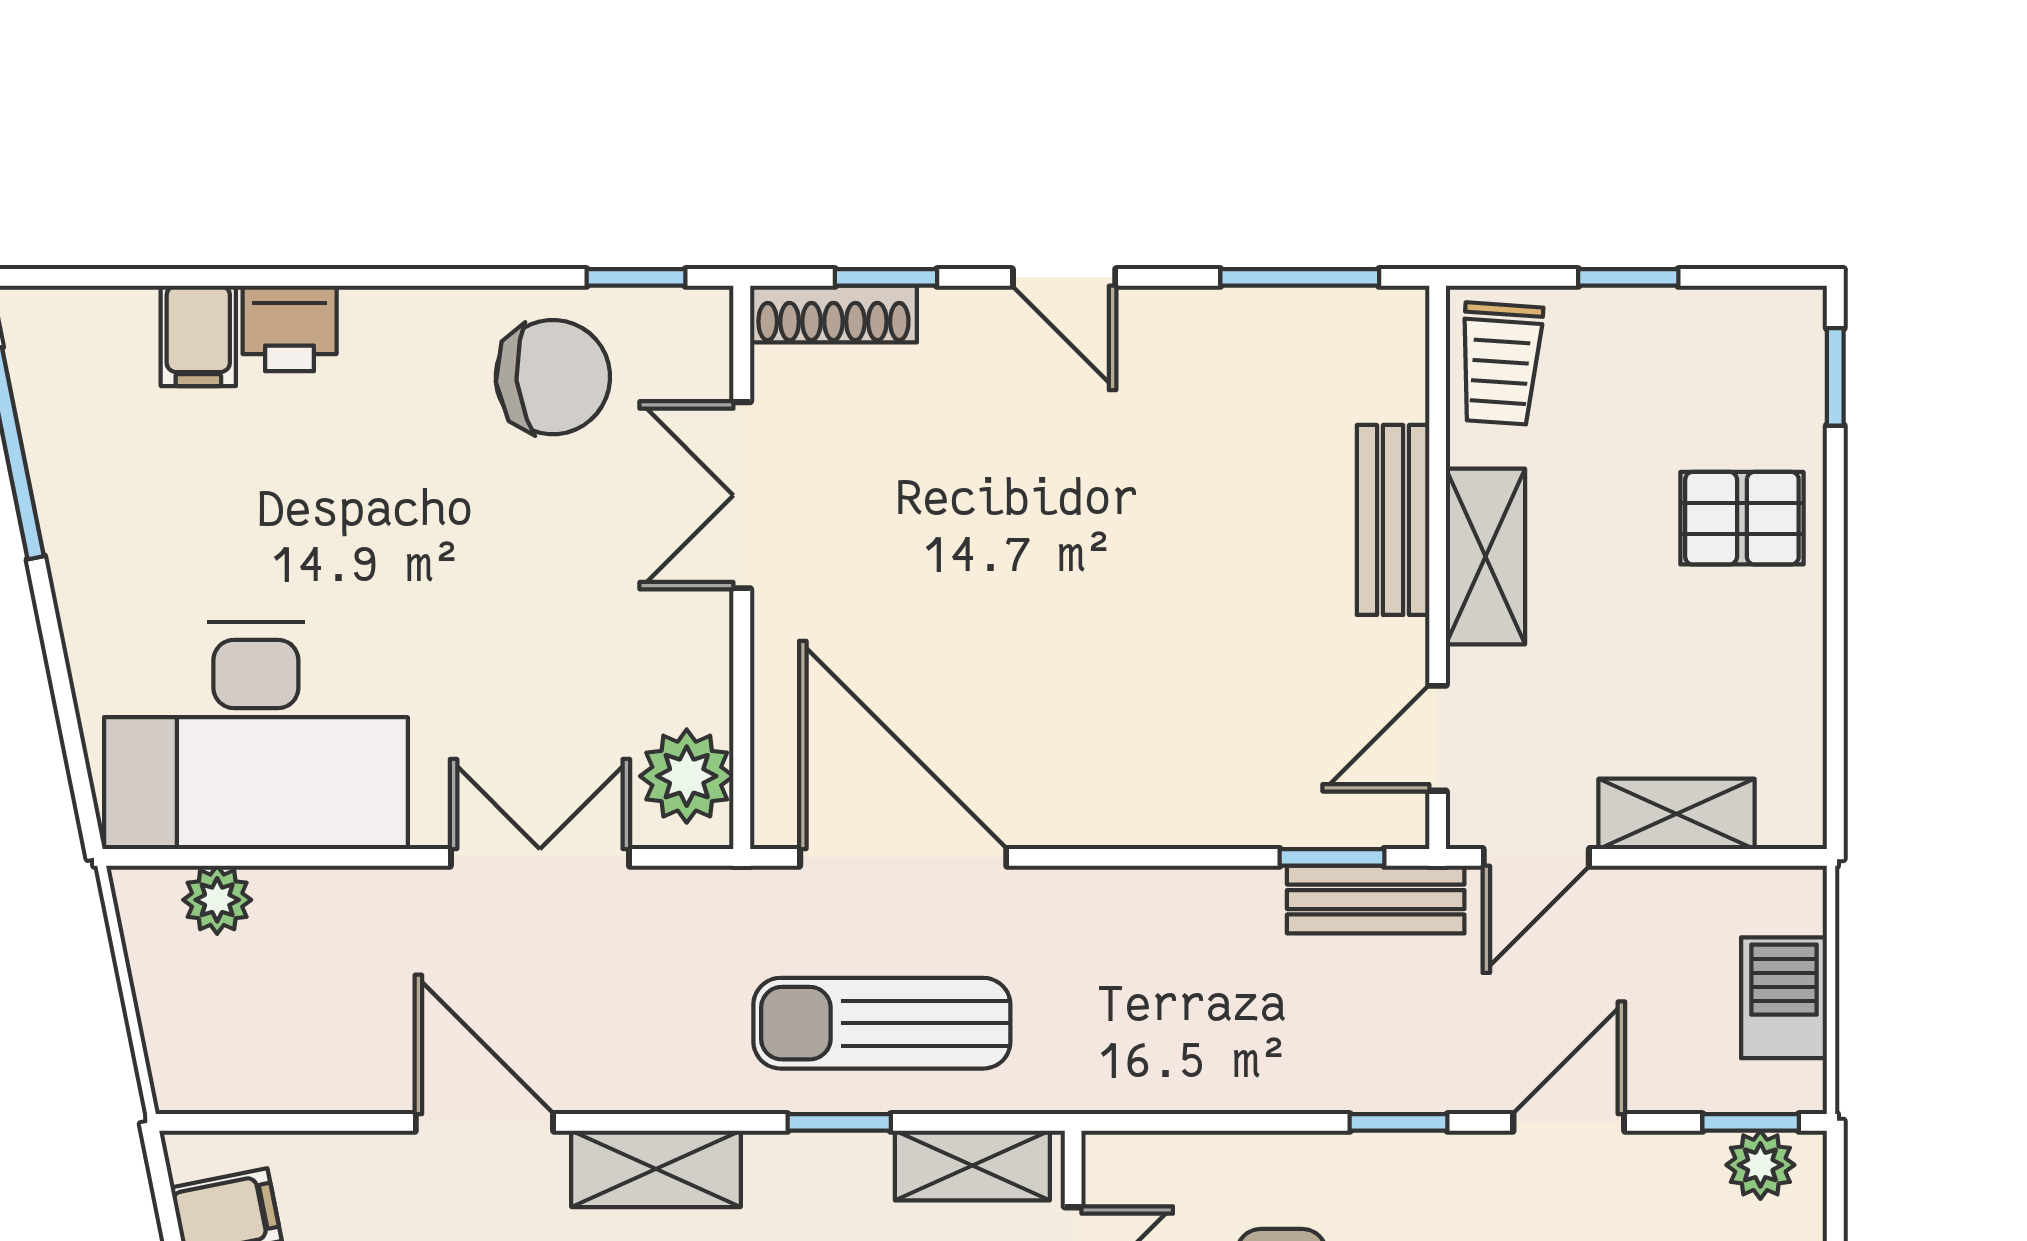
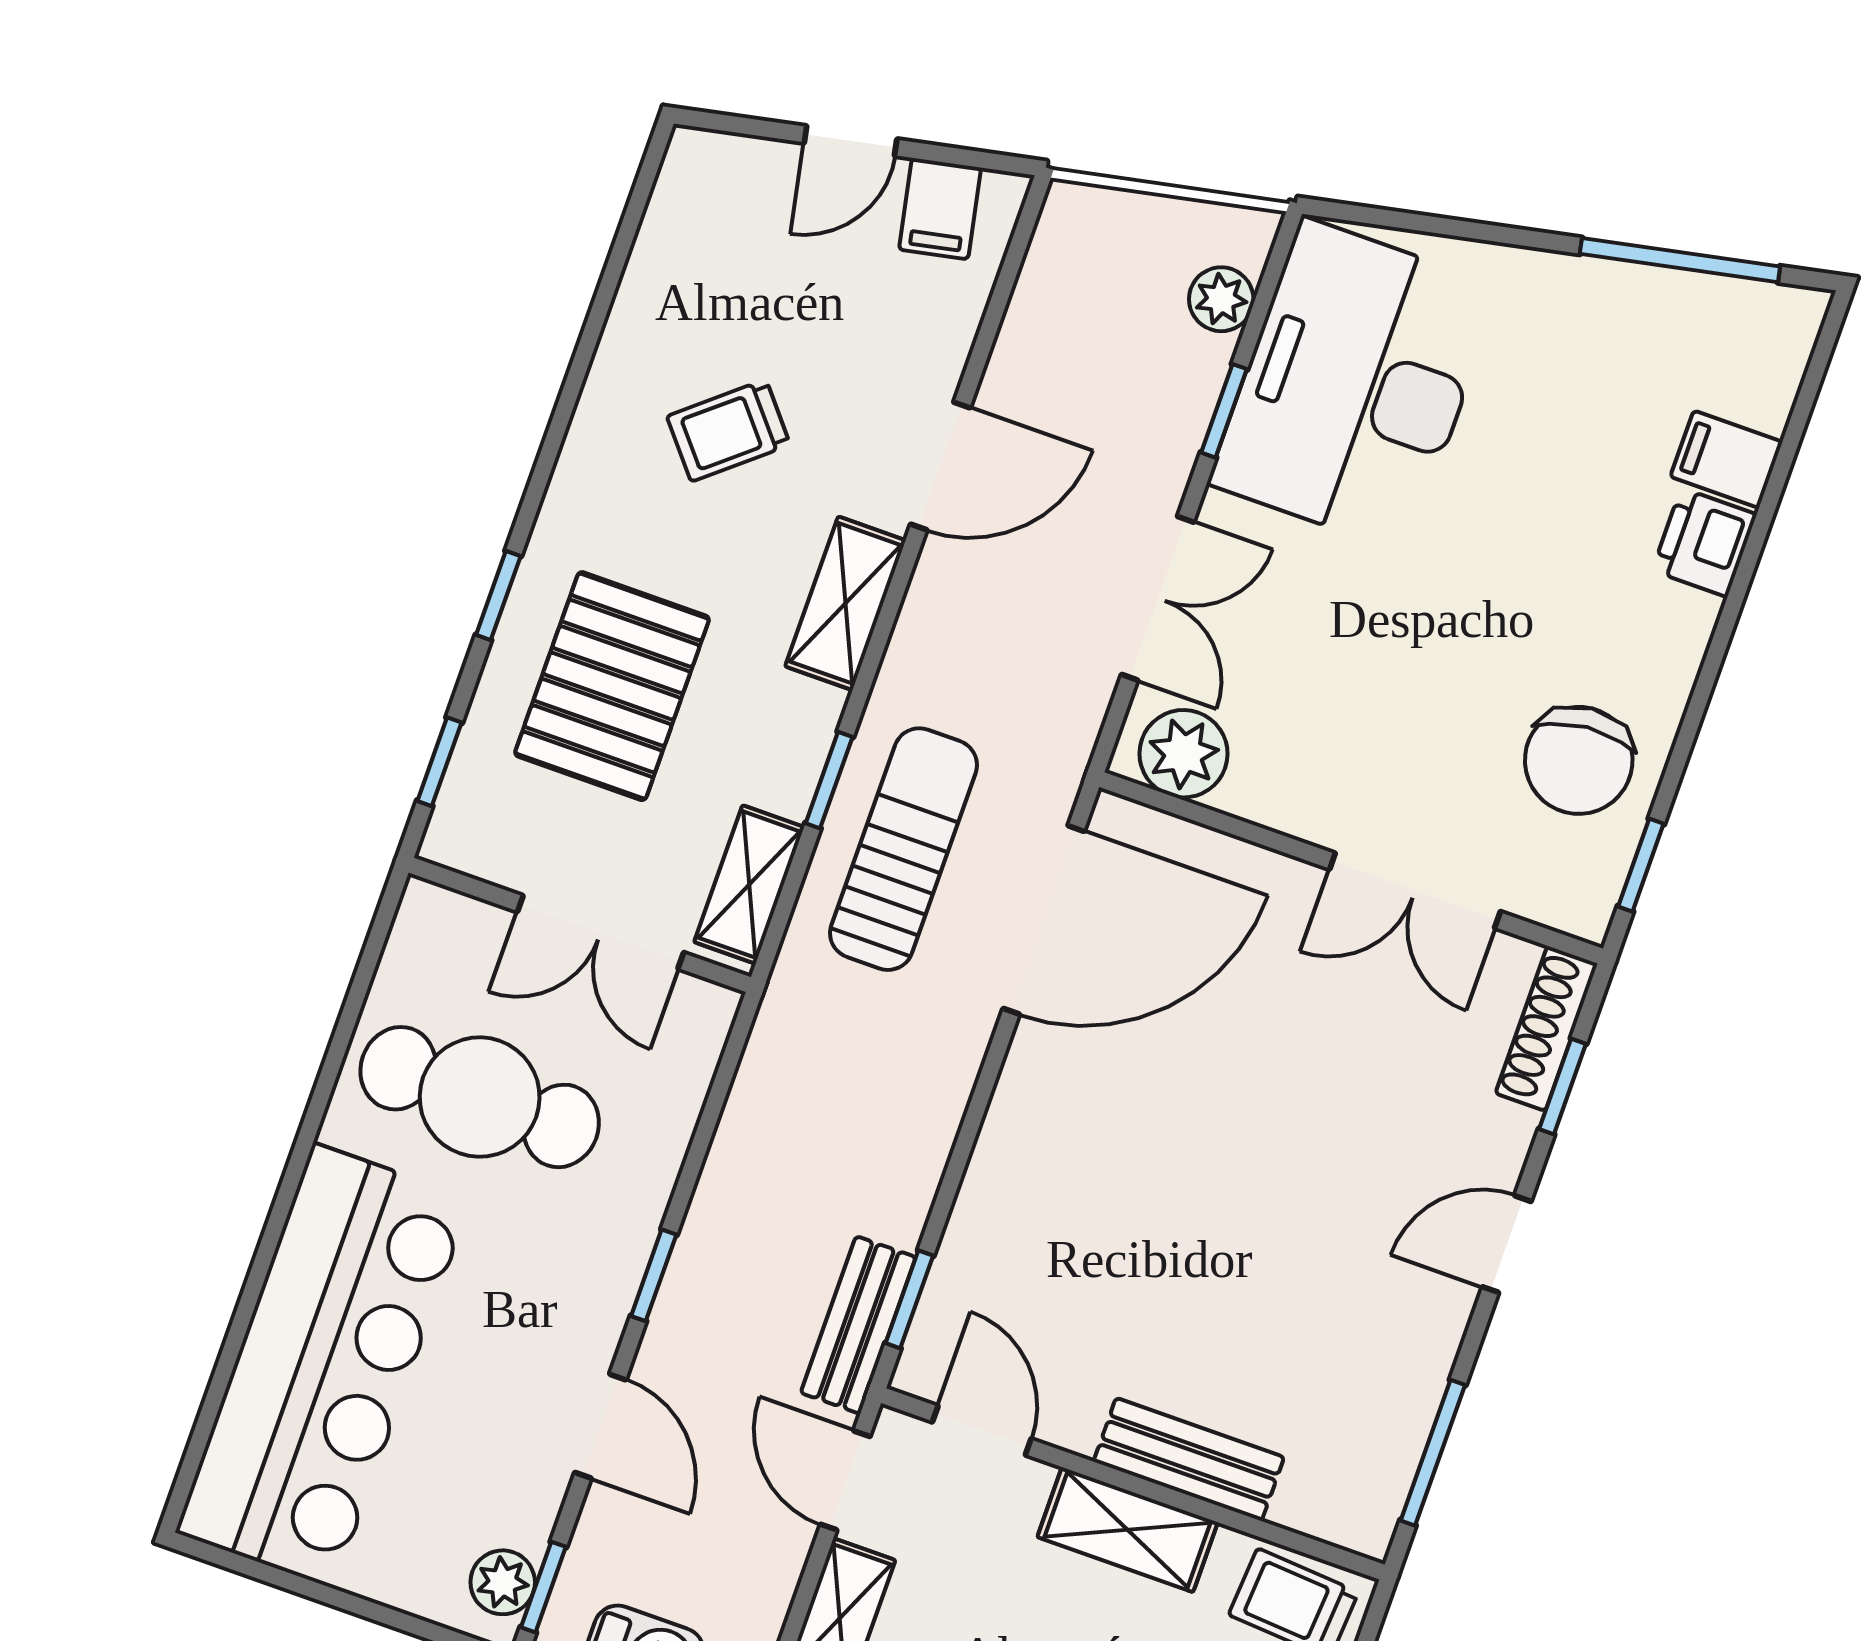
double door: (742, 495) -> (1415, 890), swing flipped
window: (328, 857) -> (1224, 411), added

